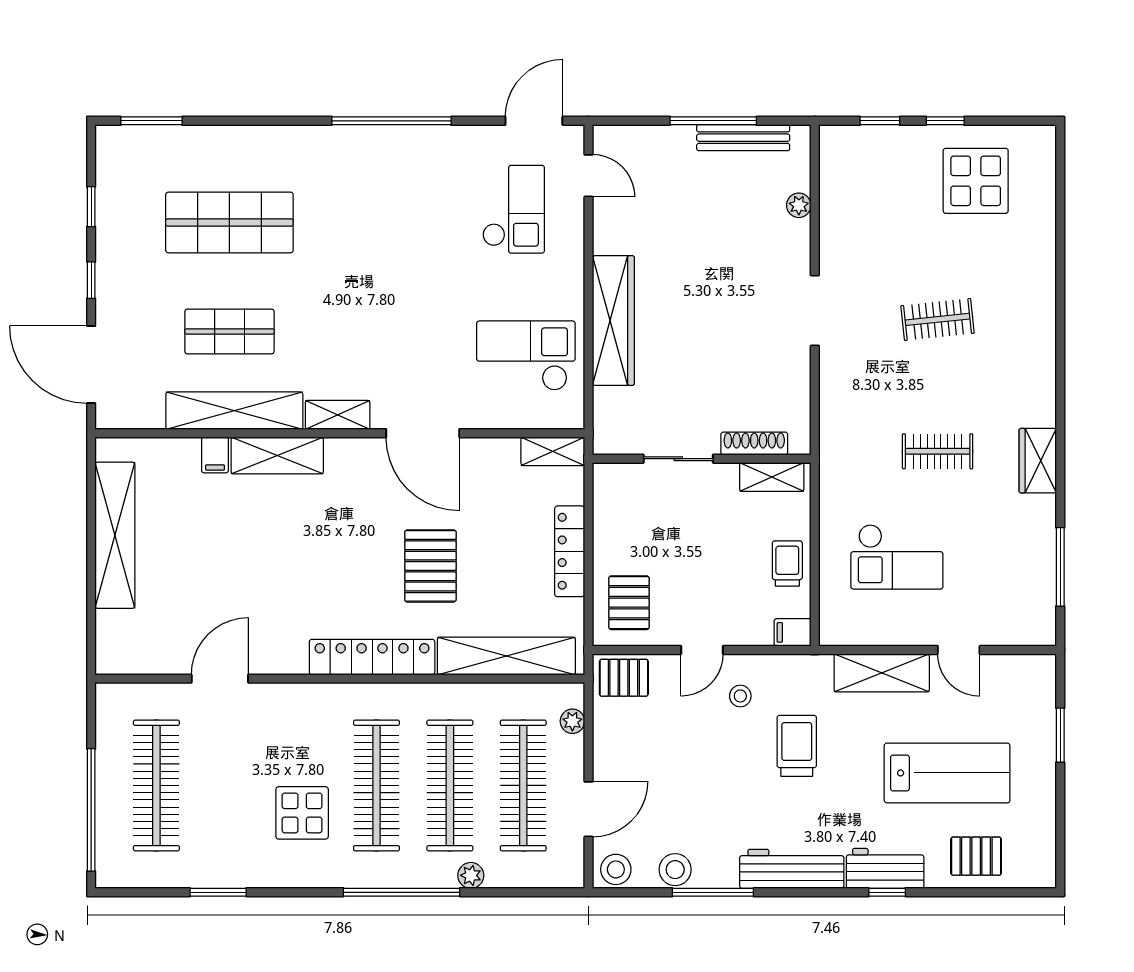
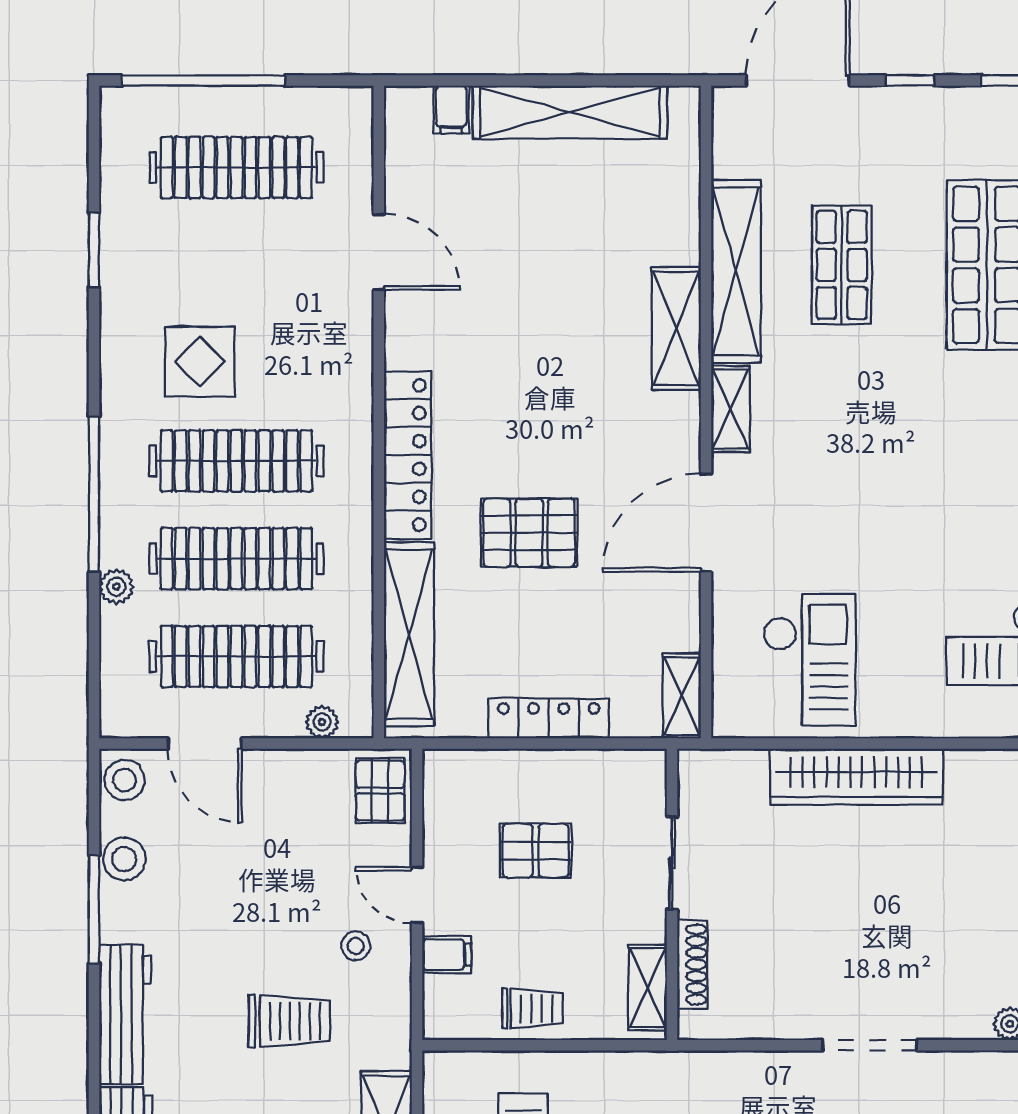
filing cabinet: (215, 455) -> (451, 109), moved, turned -90
pallet: (629, 603) -> (536, 851), moved
filing cabinet: (793, 632) -> (447, 955), moved, turned 90

